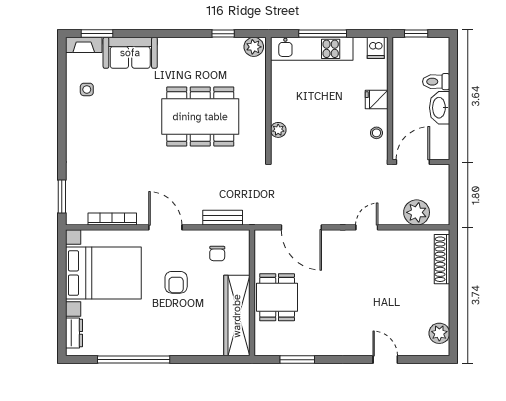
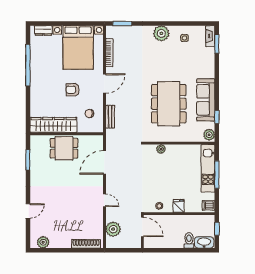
sofa: (130, 53) -> (206, 100), moved, width x1.36
washbasin: (440, 108) -> (204, 242), moved
plant: (79, 129) -> (161, 33), added

